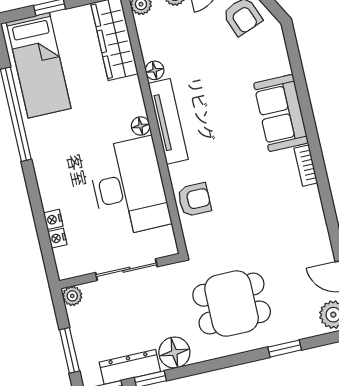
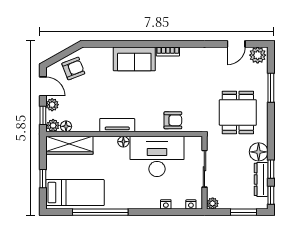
floor lamp: (155, 70) -> (66, 126), moved
tv unit: (168, 121) -> (117, 125), width x0.71
armchair: (194, 200) -> (173, 120), turned 90
nightstand: (57, 238) -> (191, 204), moved
window: (285, 349) -> (271, 88), width x1.50

